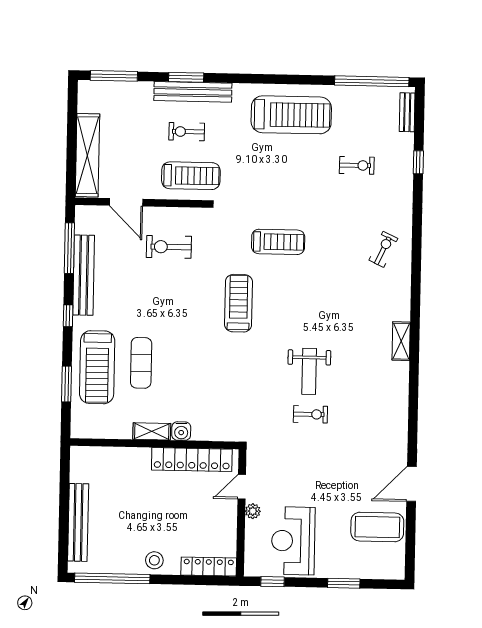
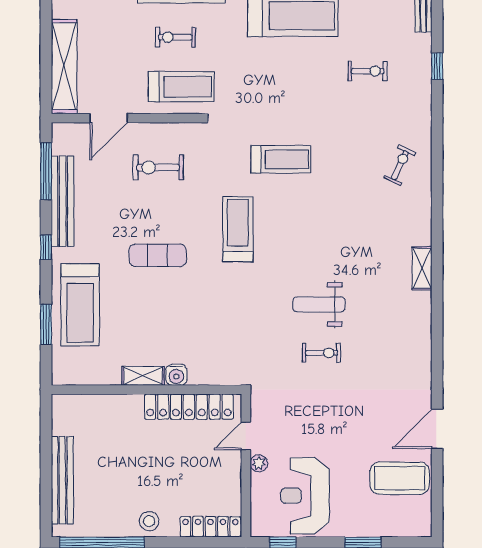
door: (126, 202) -> (109, 118), hinge flipped
exercise mat: (141, 363) -> (158, 255), moved, turned 90
weight bench: (309, 371) -> (319, 304), turned 90

